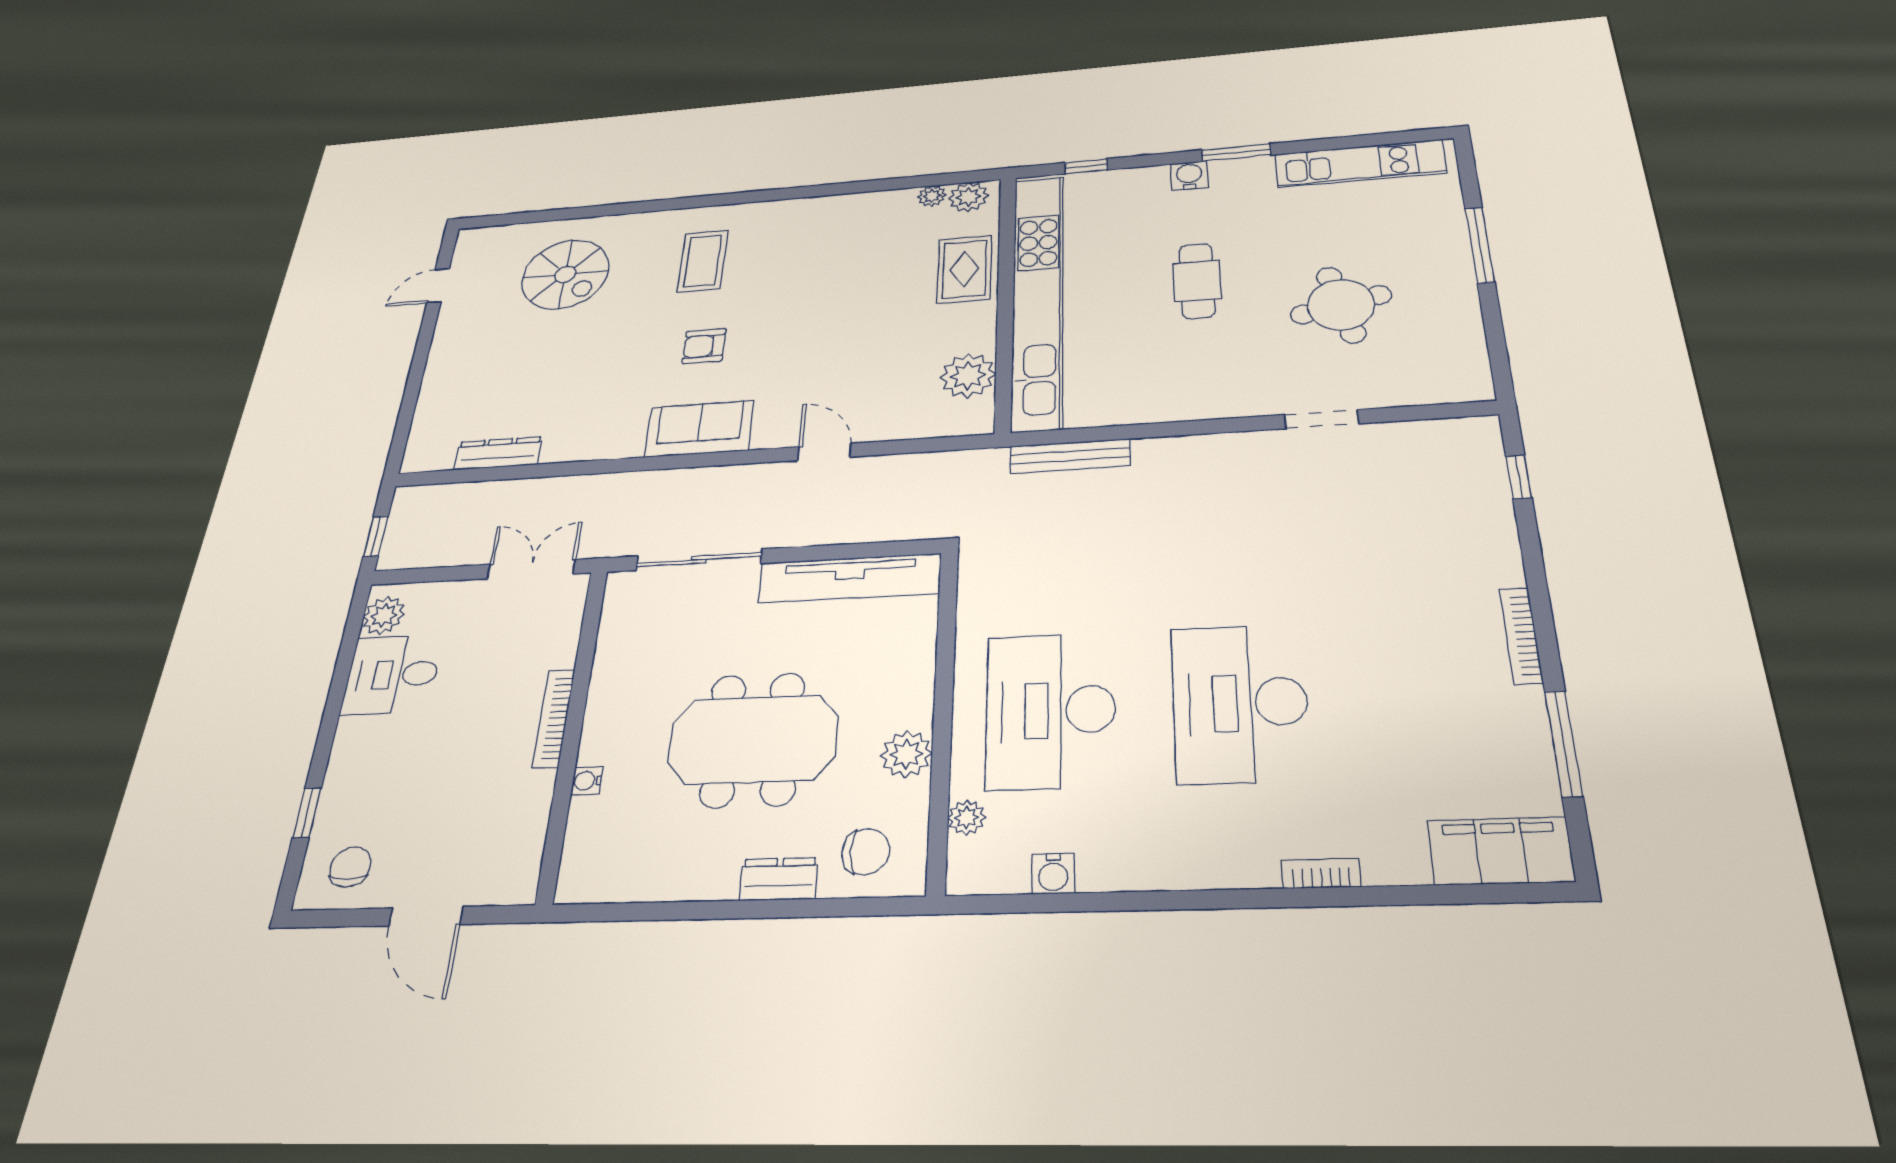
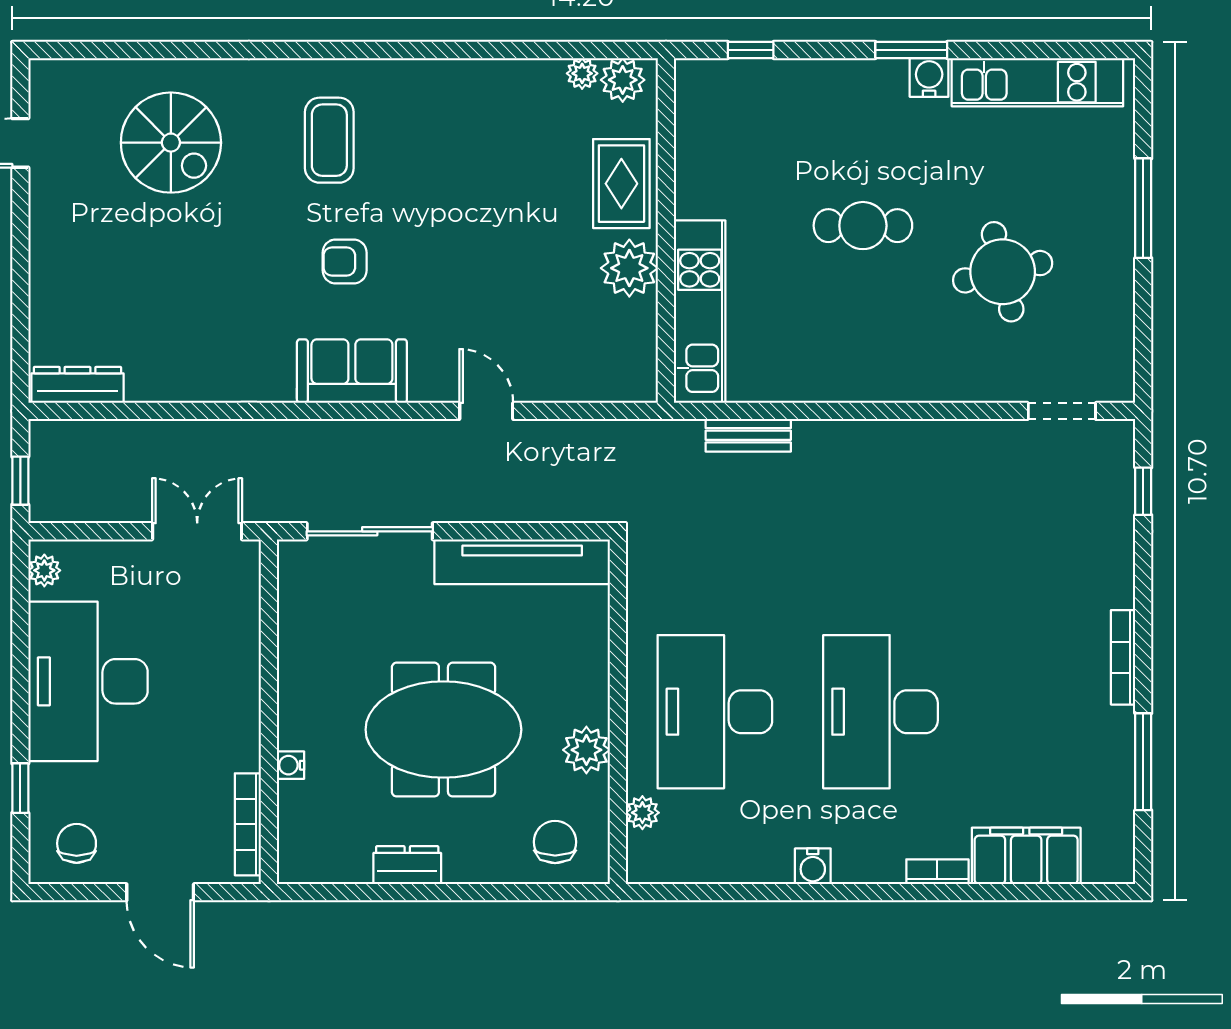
water cooler: (1189, 175) -> (929, 77), moved
cafe table: (1197, 281) -> (863, 226), turned 90
kitchen unit: (1038, 299) -> (700, 312), width x0.54
plant: (968, 376) -> (629, 268), moved
doorway: (1321, 419) -> (1062, 411), moved
dresser: (498, 453) -> (77, 385), moved
bench: (1070, 456) -> (748, 435), width x0.73
plant: (384, 616) -> (44, 570), width x0.73, depth x0.73
desk: (392, 674) -> (88, 681), width x1.87, depth x1.30
bookcase: (554, 718) -> (248, 824), moved
filing cabinet: (1500, 851) -> (1026, 856), moved
chair: (866, 852) -> (555, 842), turned -90
water cooler: (1053, 874) -> (813, 866), moved
dresser: (779, 879) -> (407, 865), moved

